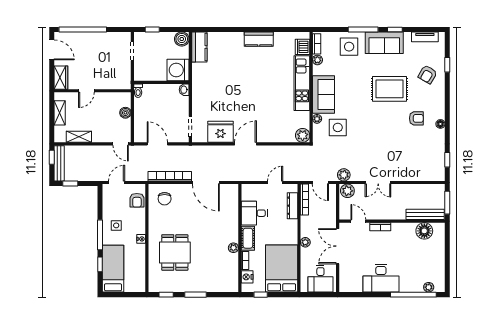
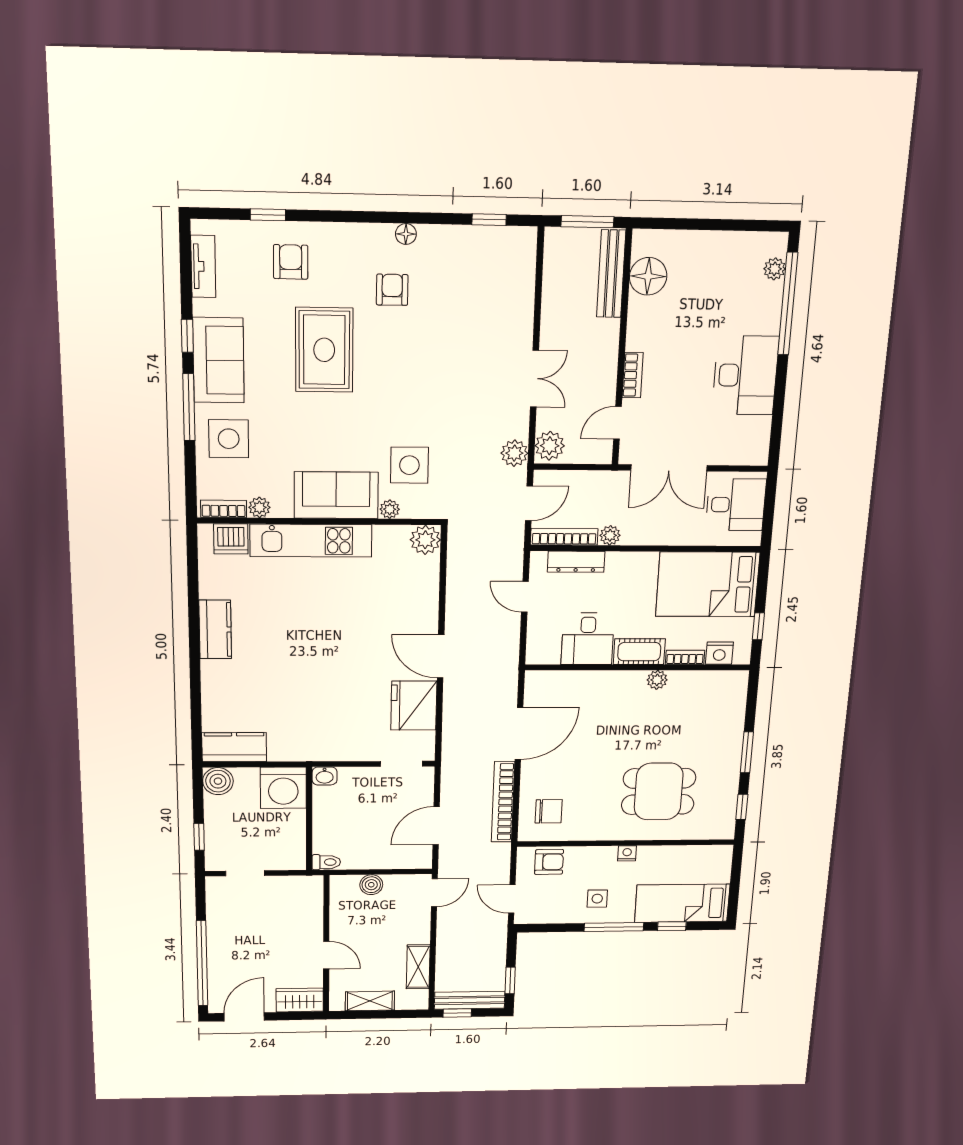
armchair: (428, 74) -> (291, 262), turned -120
plant: (305, 242) -> (610, 535), moved

